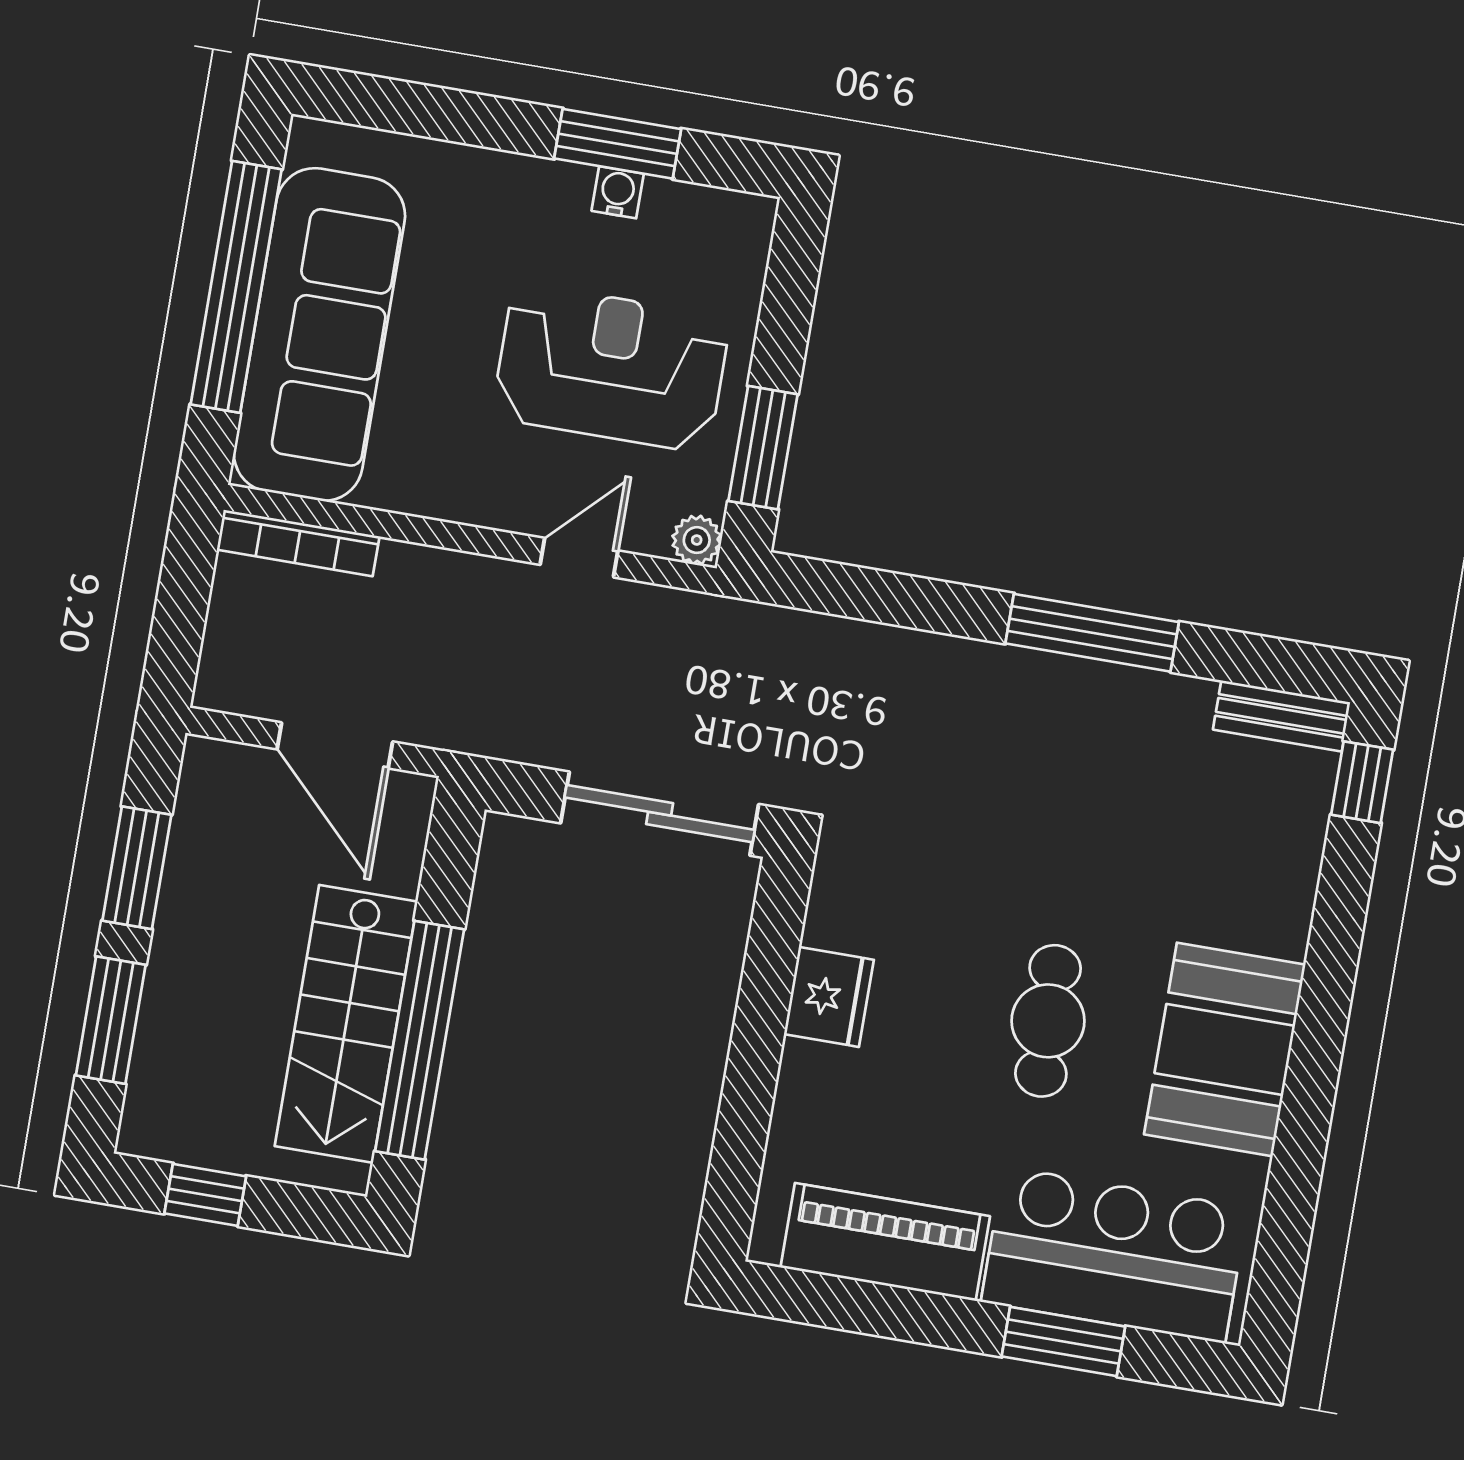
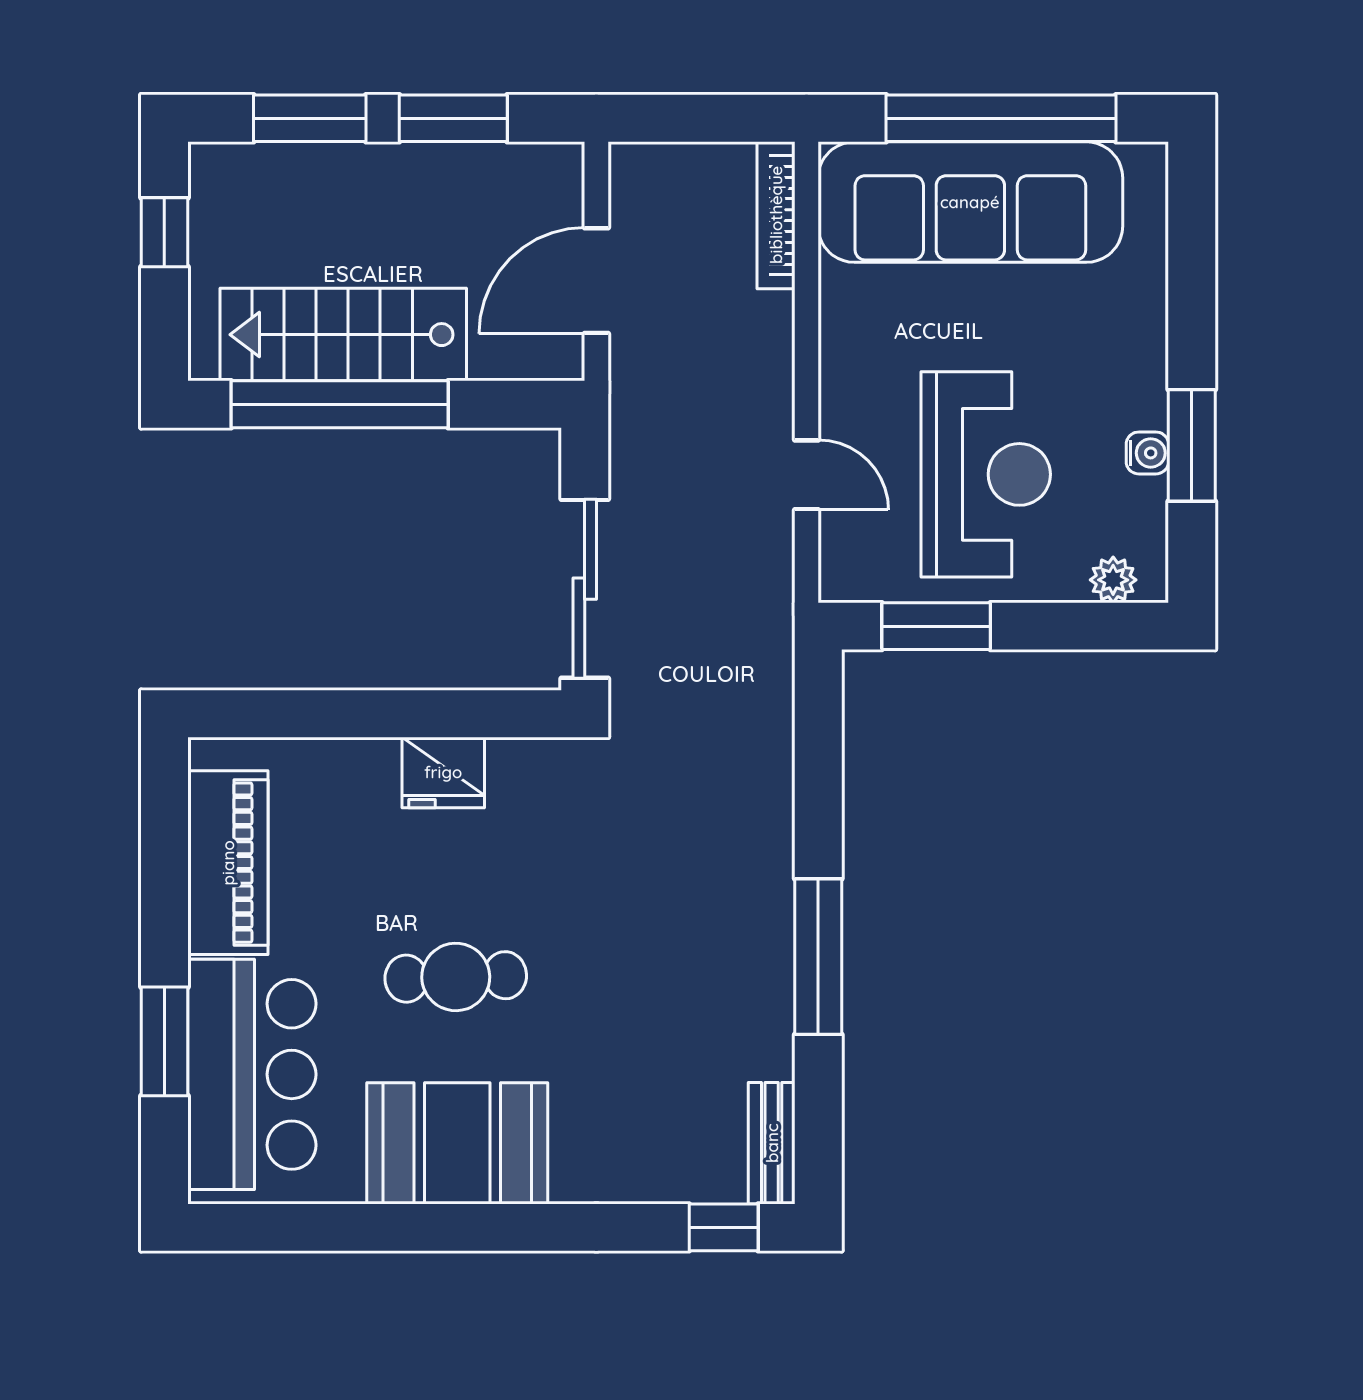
plant: (697, 540) -> (1113, 580), moved

